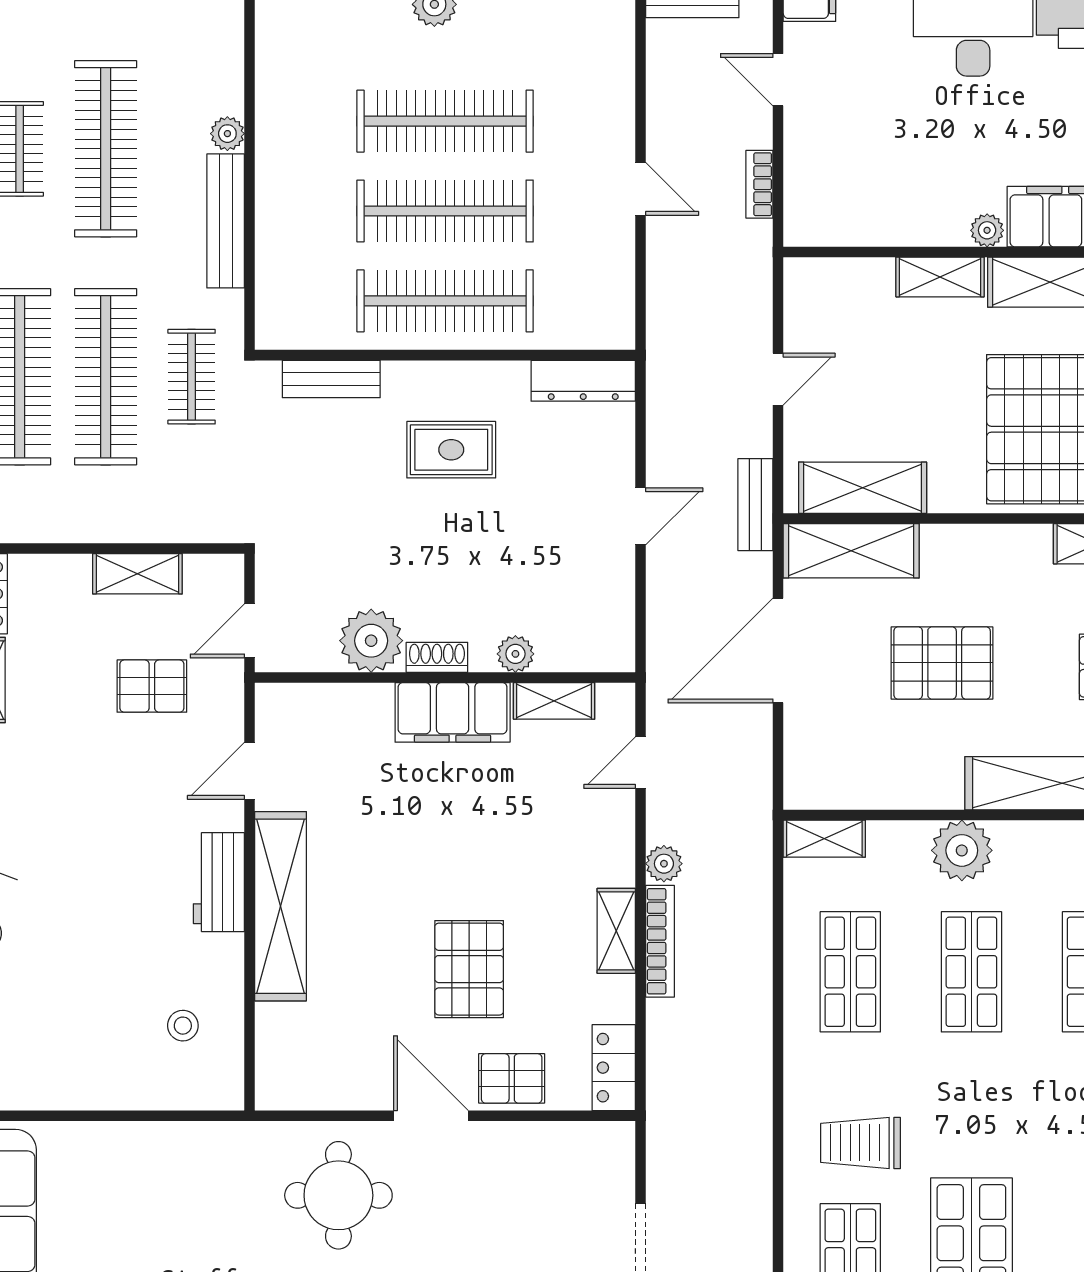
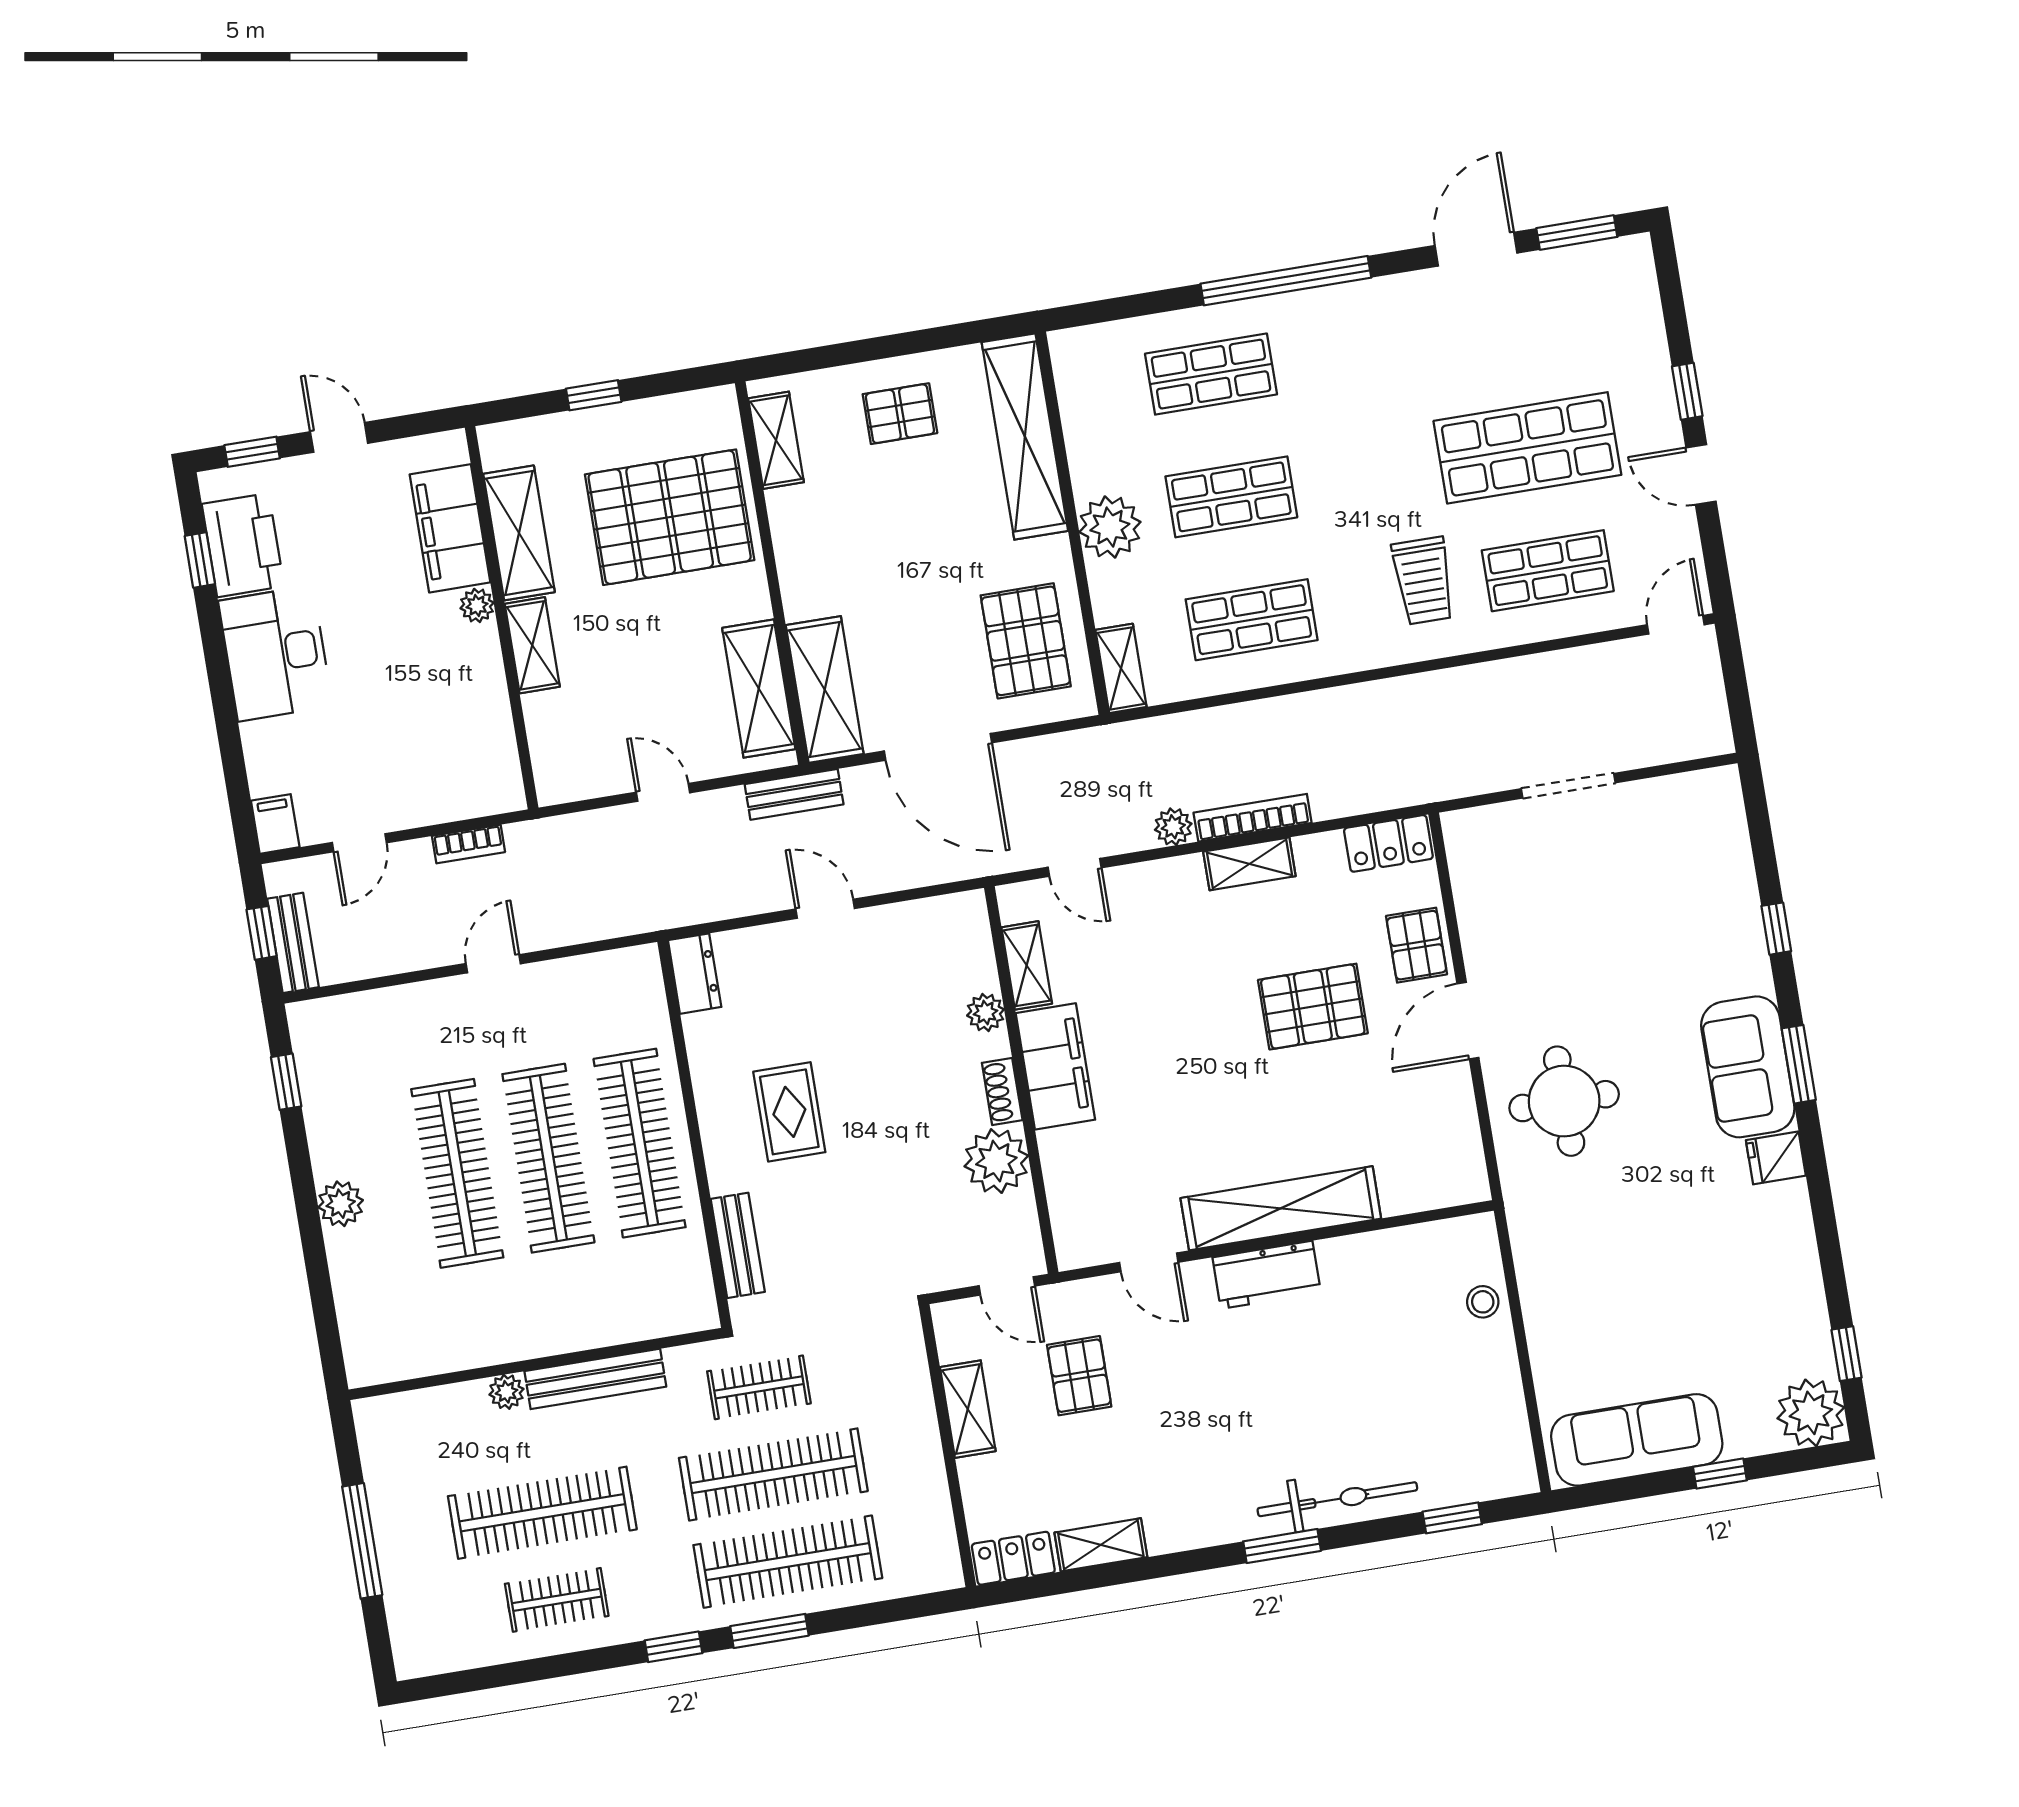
dresser: (583, 381) -> (695, 974), width x0.70
pallet: (942, 663) -> (1026, 641), moved
stool: (183, 1026) -> (1483, 1302), moved

